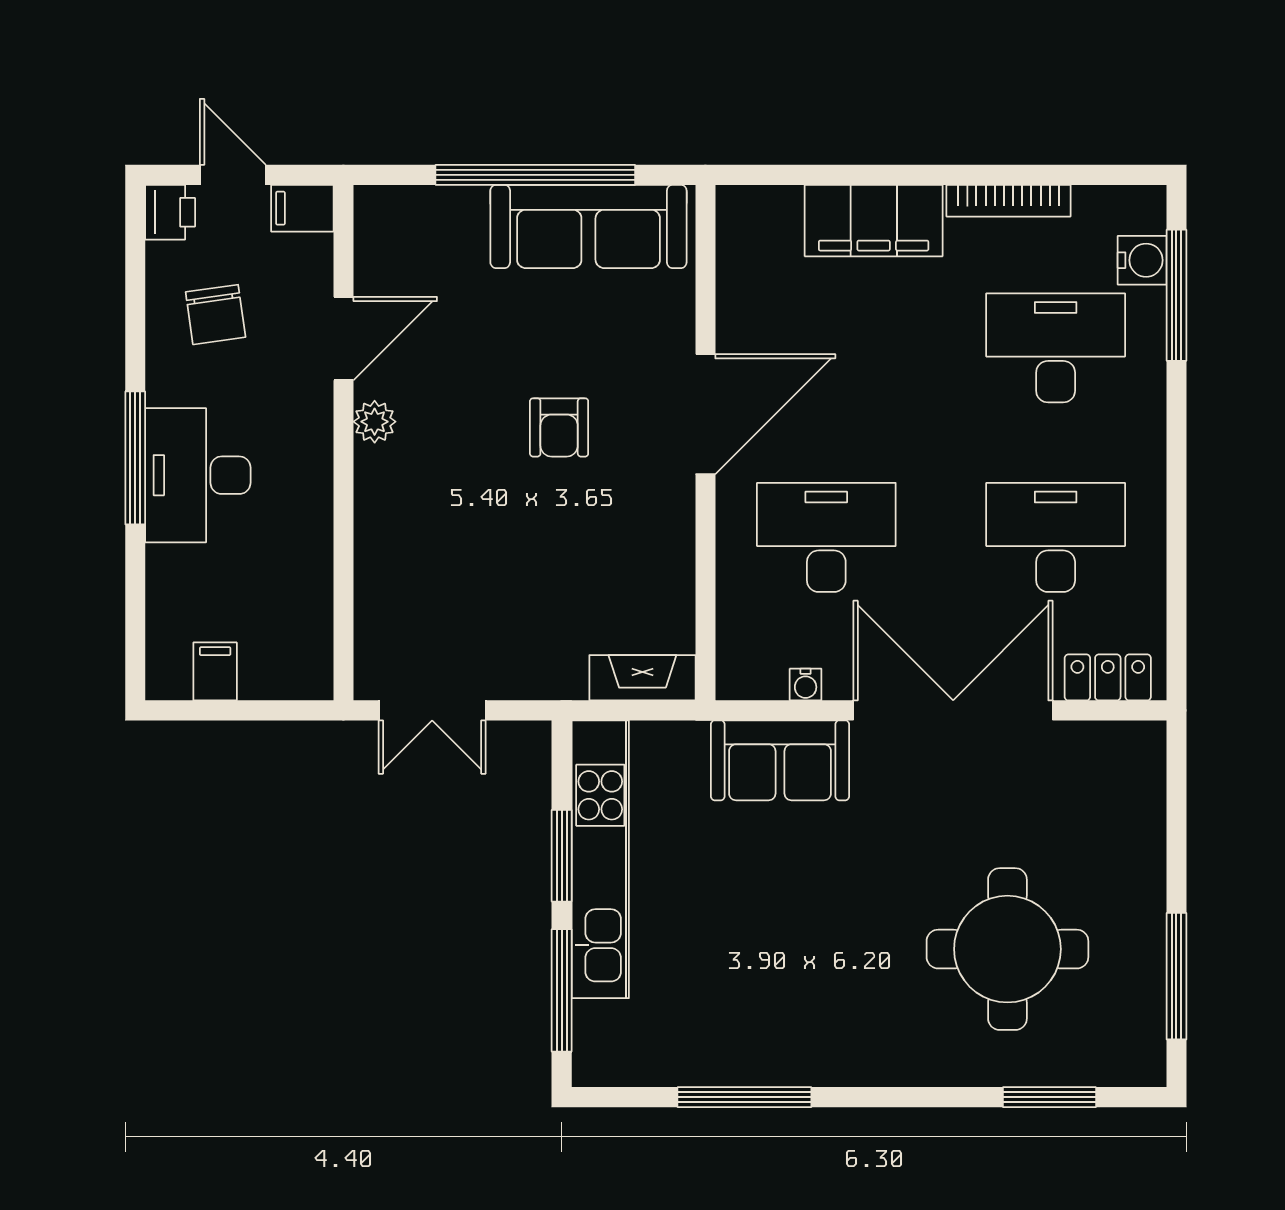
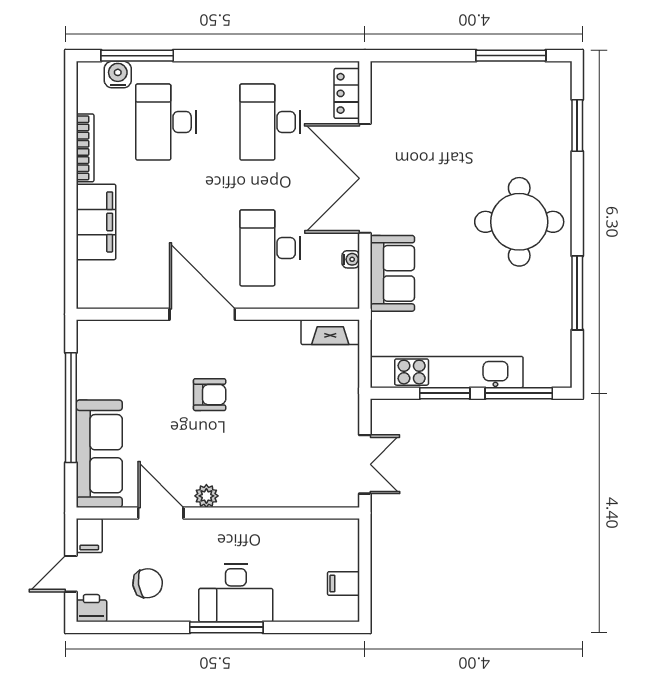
sofa: (588, 226) -> (99, 454), moved
fireplace: (642, 678) -> (330, 332), moved, turned -90
round table: (1007, 949) -> (519, 222), moved

